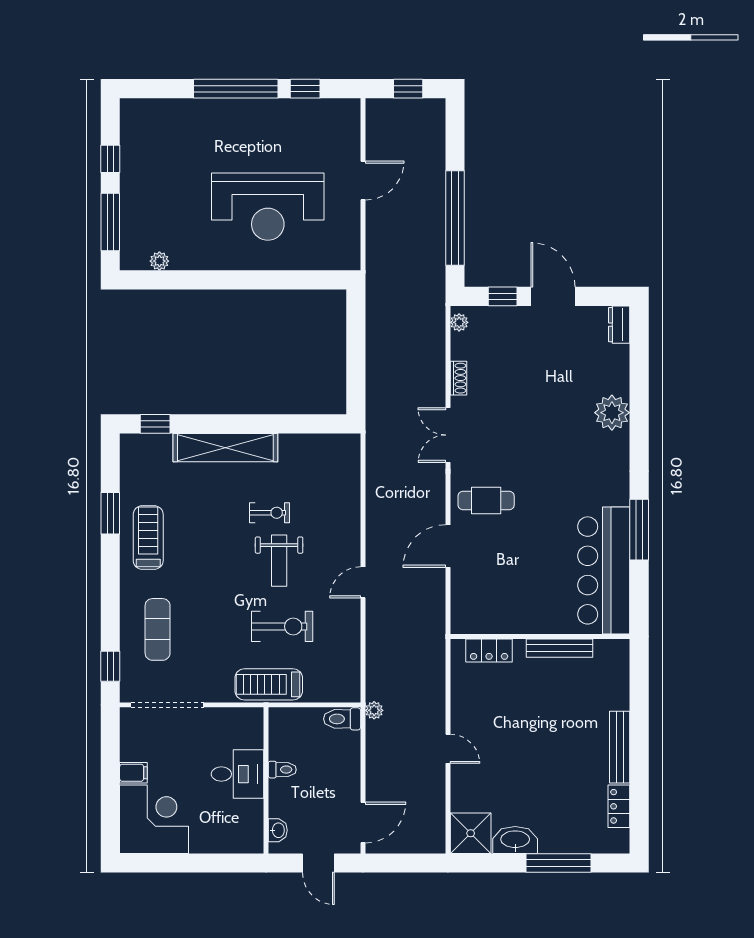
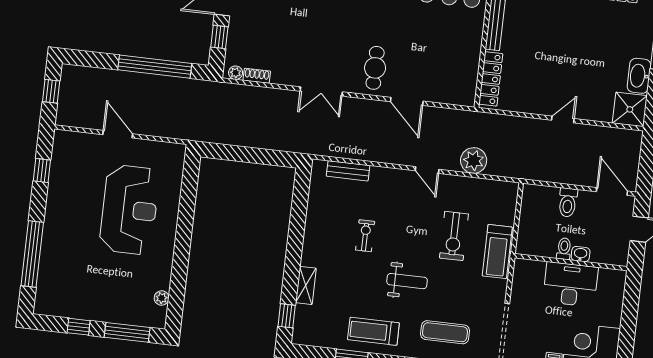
window: (236, 89) -> (32, 254), moved
shoe rack: (458, 378) -> (257, 76), moved
shelving: (225, 448) -> (306, 285), width x0.45, depth x0.75
bench: (350, 481) -> (348, 171), added
weight bench: (279, 561) -> (407, 281), moved
exercise bike: (282, 626) -> (454, 236), turned 180
locker: (489, 650) -> (491, 79), width x1.53
plant: (374, 710) -> (474, 160), moved, width x1.88, depth x1.88
toilet: (342, 719) -> (568, 202), moved
desk: (238, 774) -> (570, 284), width x1.37
washbasin: (278, 830) -> (581, 254), moved

